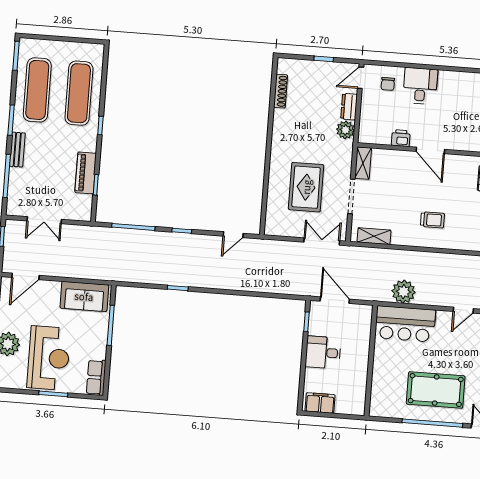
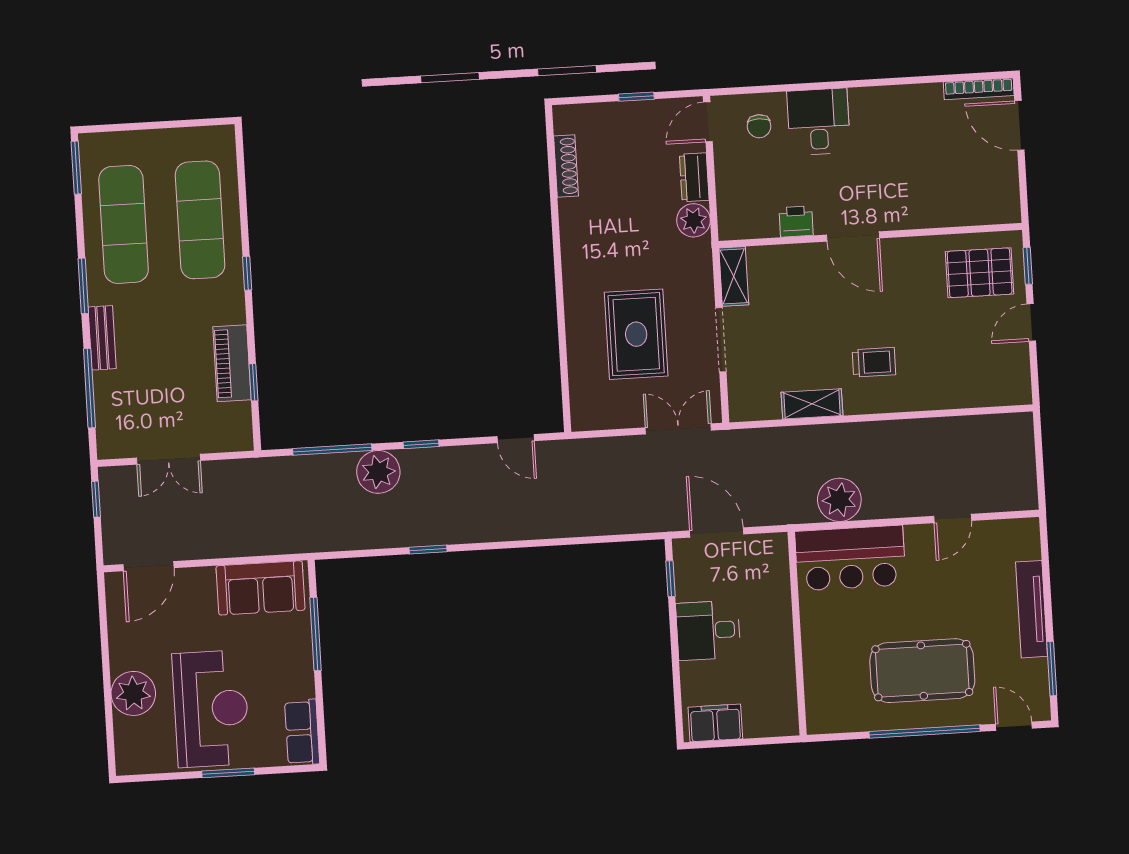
door: (233, 235) -> (516, 439), hinge flipped
shelving: (374, 236) -> (812, 404), moved
plant: (157, 242) -> (378, 472), added

